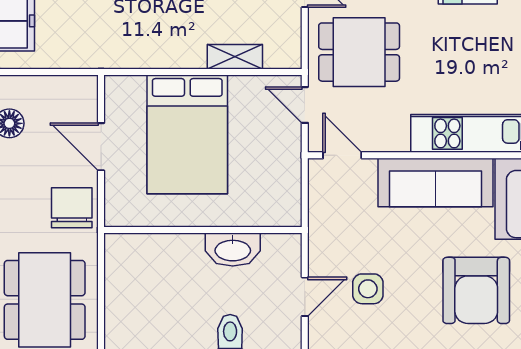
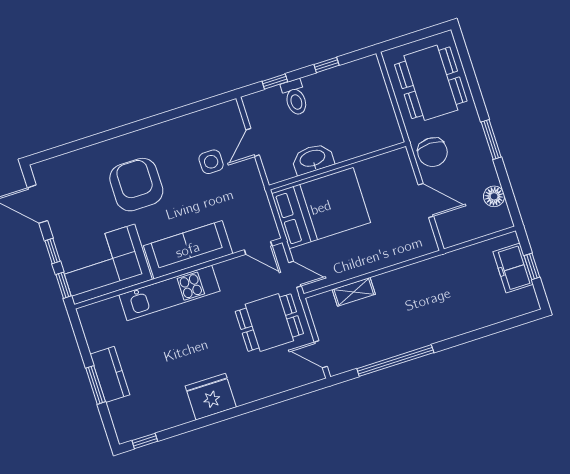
bed: (187, 134) -> (321, 208), moved, turned 90

